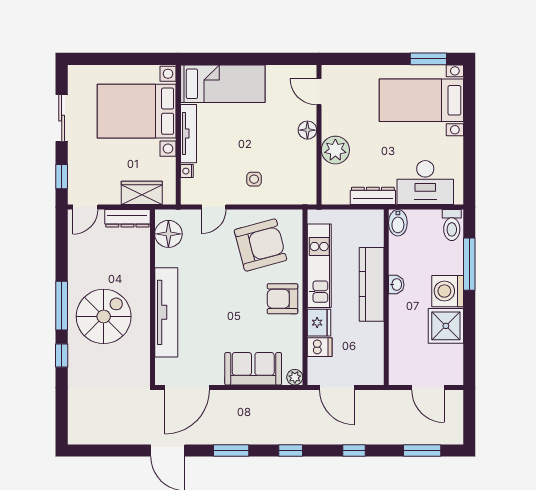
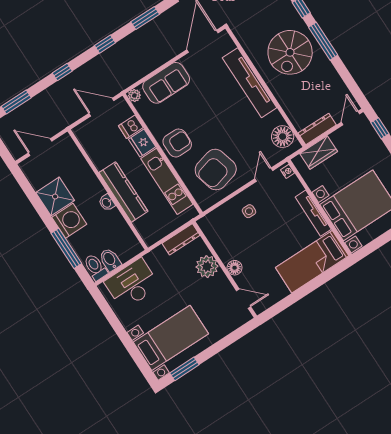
nightstand: (187, 171) -> (288, 171), moved
dresser: (373, 196) -> (181, 239), moved
bidet: (398, 223) -> (110, 260), moved

